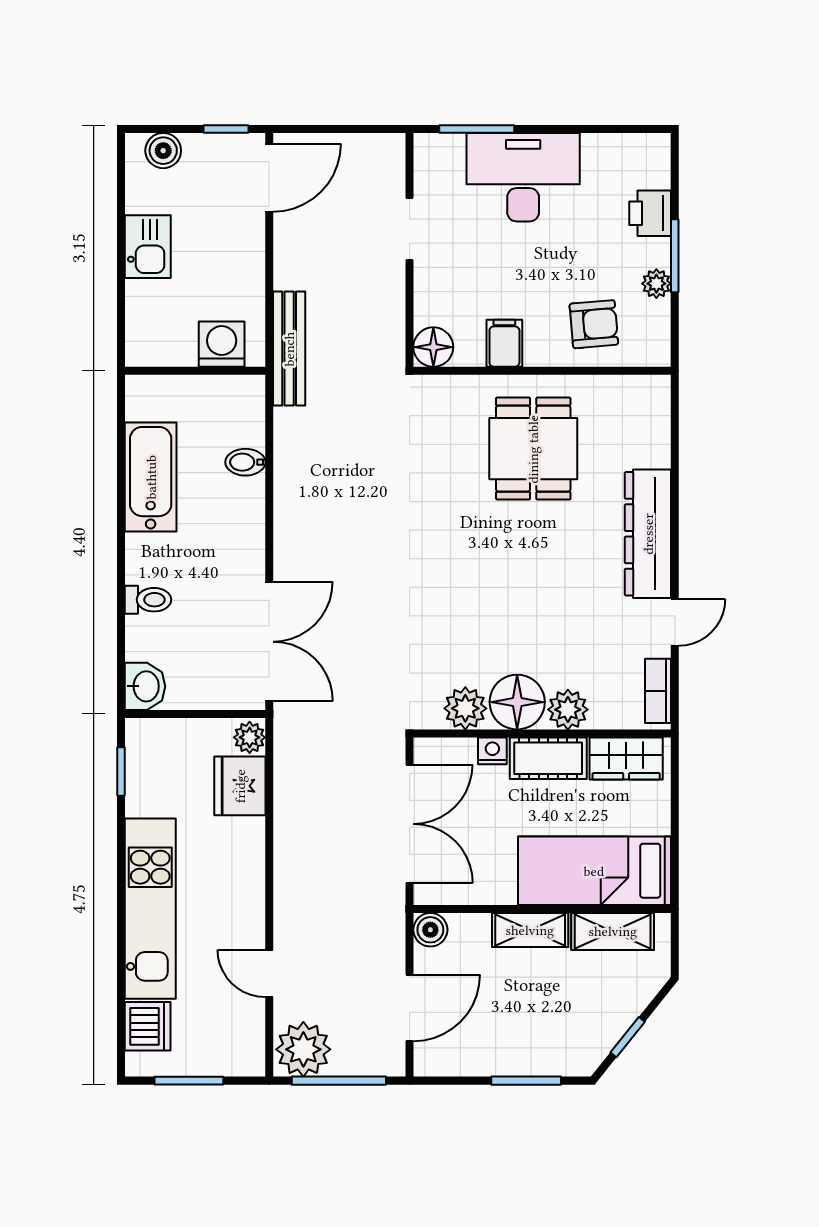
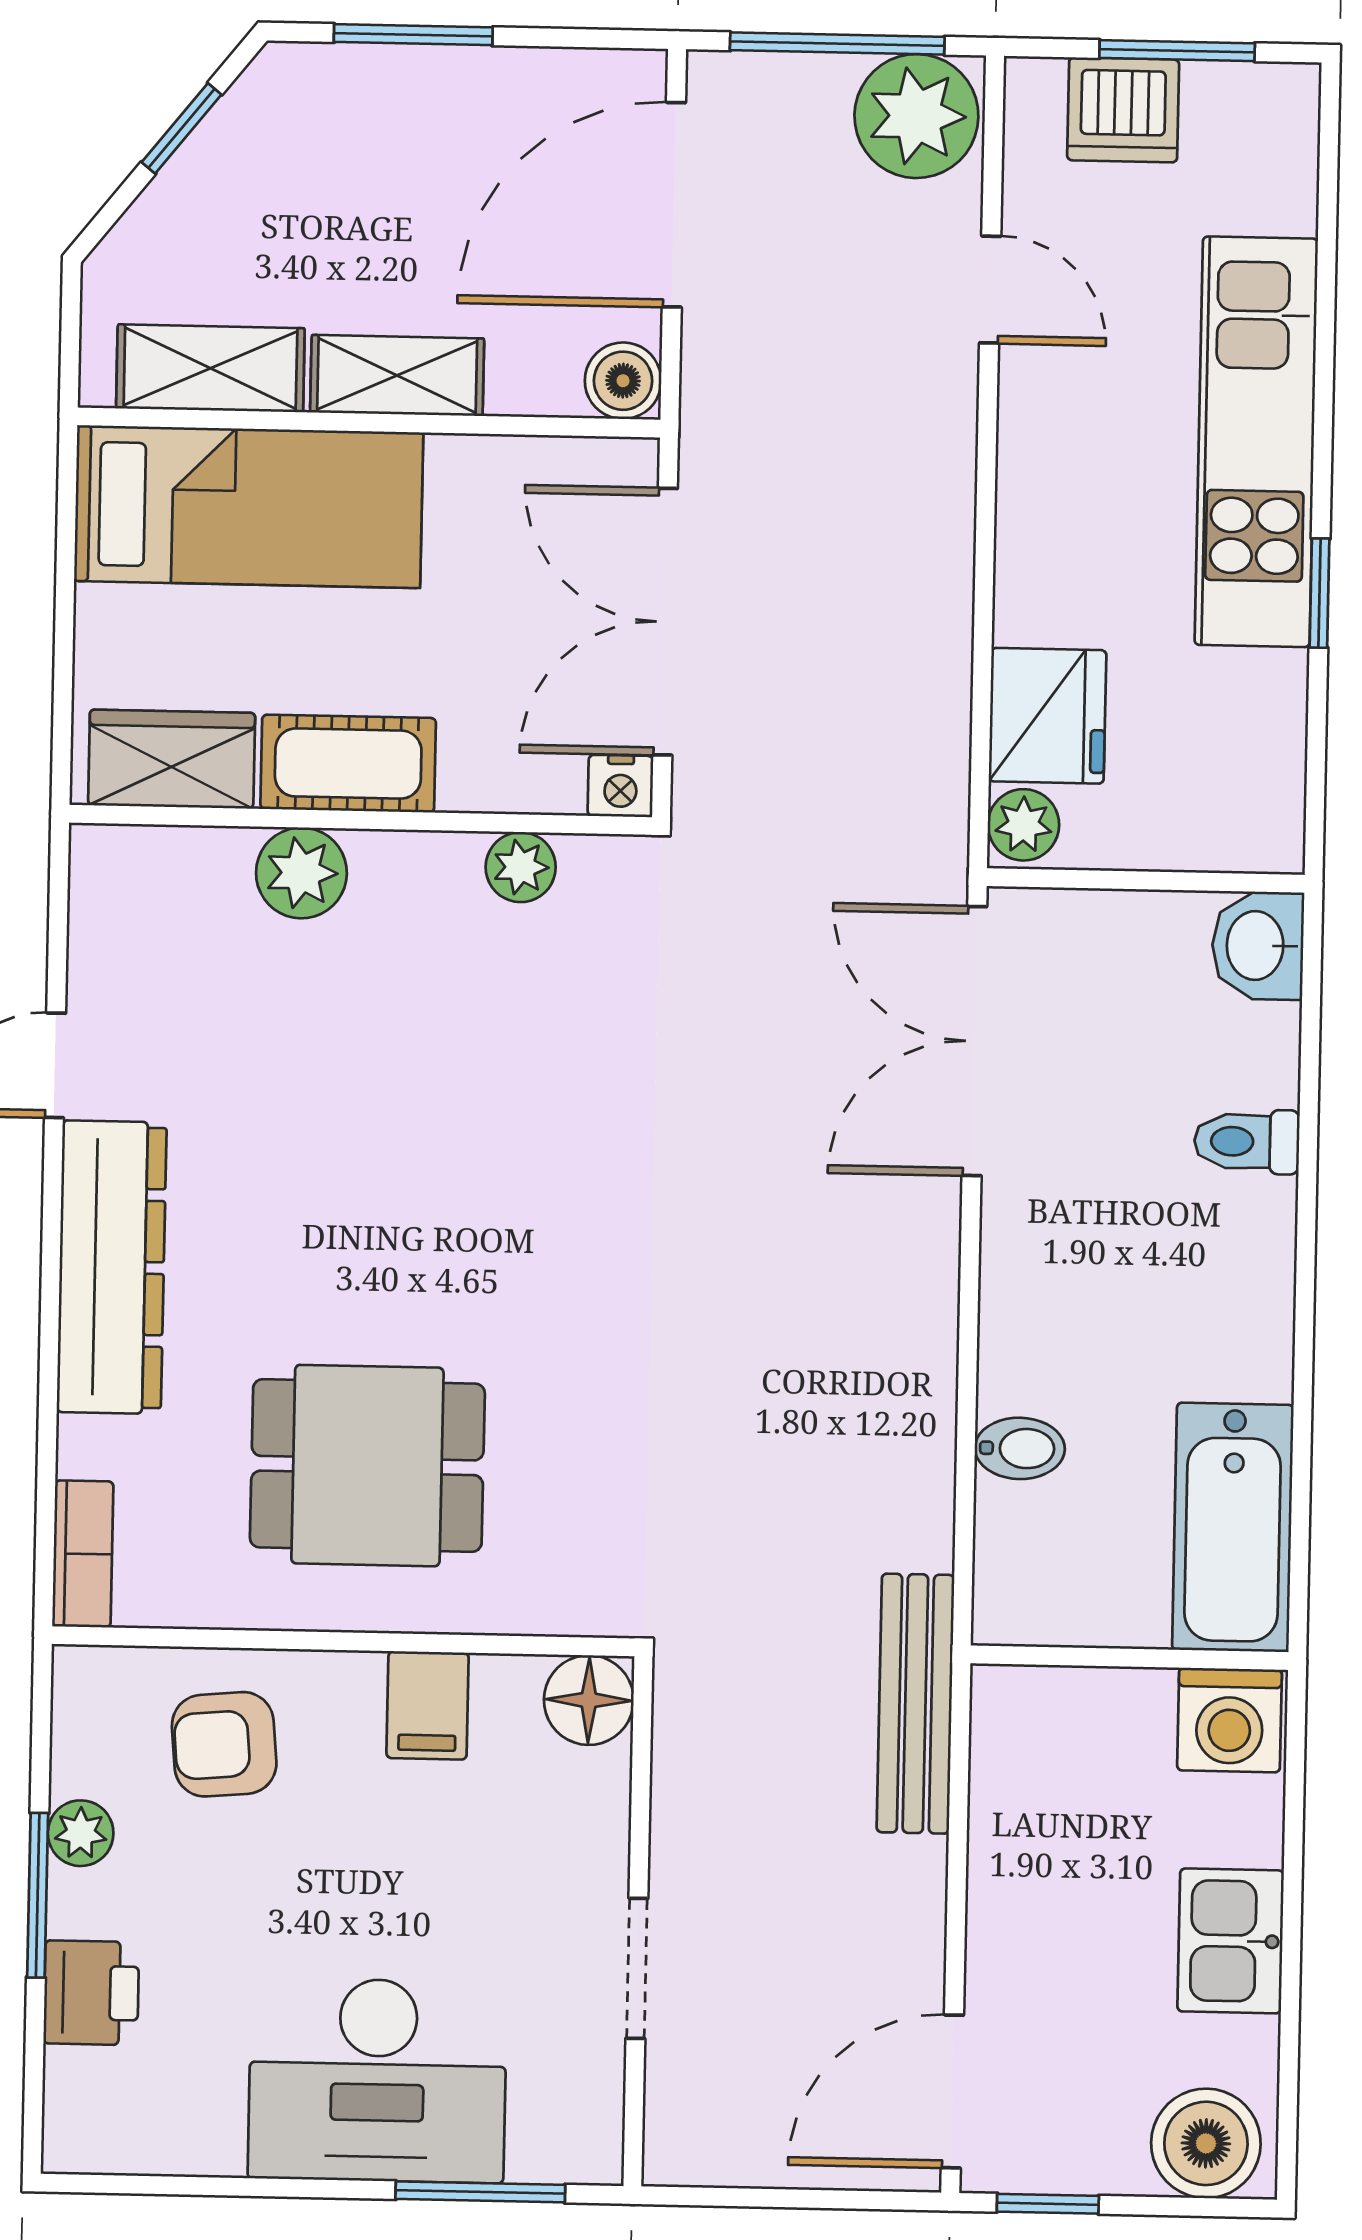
boiler: (163, 151) -> (1206, 2143), width x1.36, depth x1.36
washing machine: (222, 344) -> (1229, 1720), moved
dining table: (533, 449) -> (367, 1466), turned 90
bathtub: (151, 477) -> (1233, 1527), moved
bookcase: (658, 691) -> (83, 1554), moved
floor lamp: (517, 702) -> (416, 892), removed
plant: (465, 708) -> (521, 867), width x0.73, depth x0.73
nightstand: (492, 751) -> (620, 786), moved
window: (121, 771) -> (1320, 593), moved
door: (410, 1008) -> (674, 205), width x1.36
dishwasher: (148, 1026) -> (1123, 110), moved, turned -90

